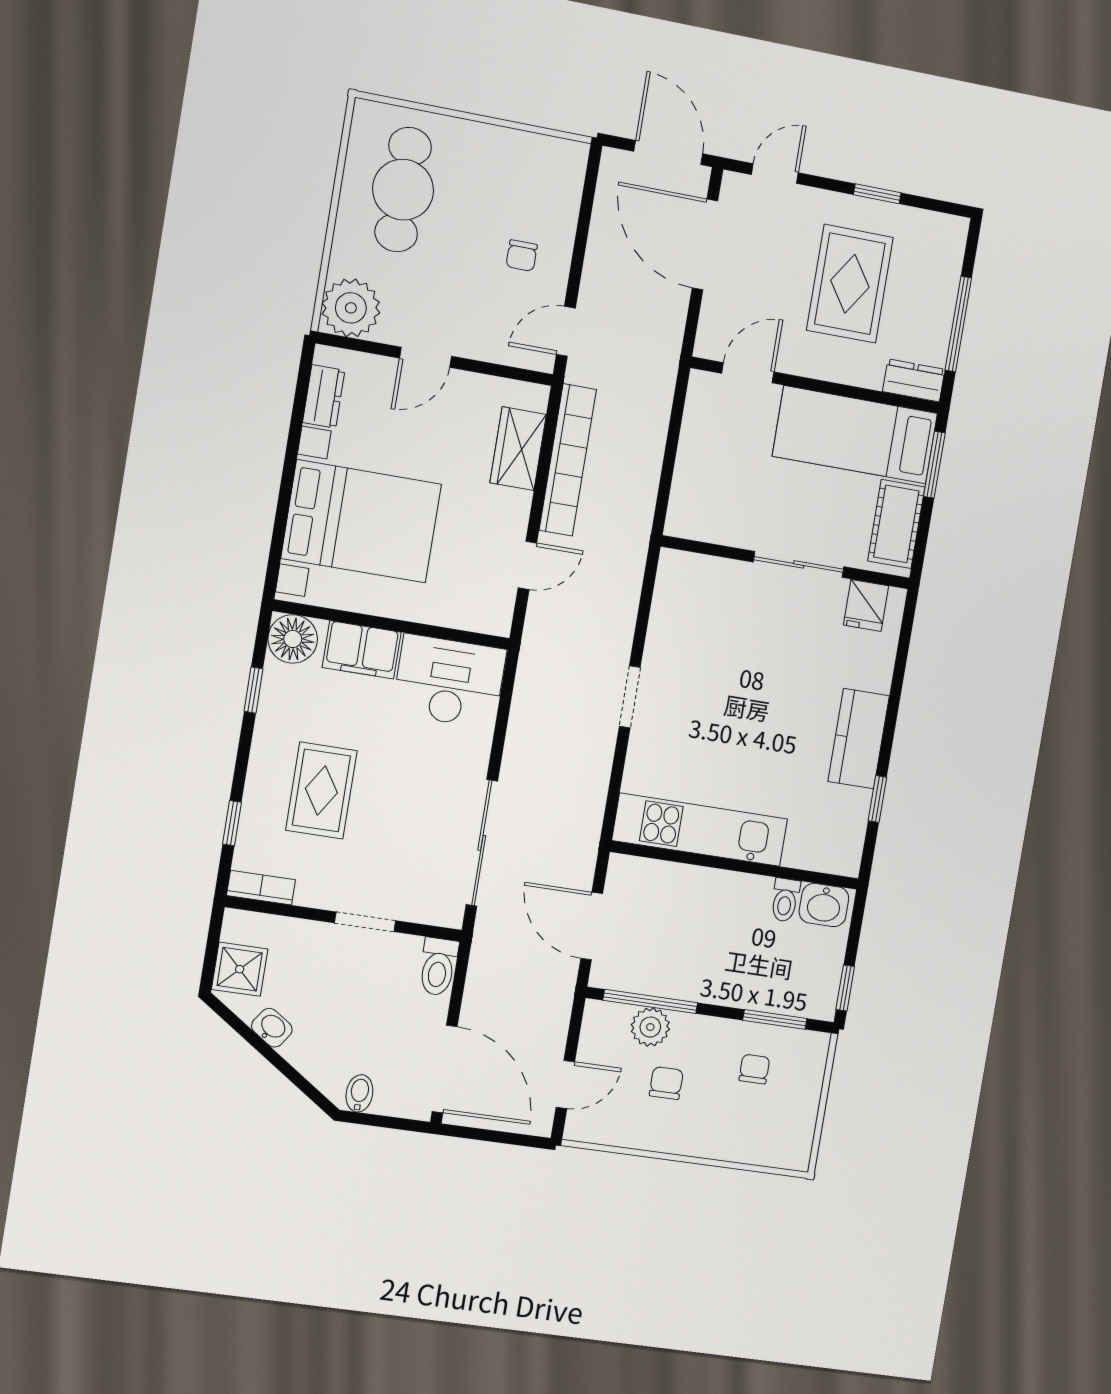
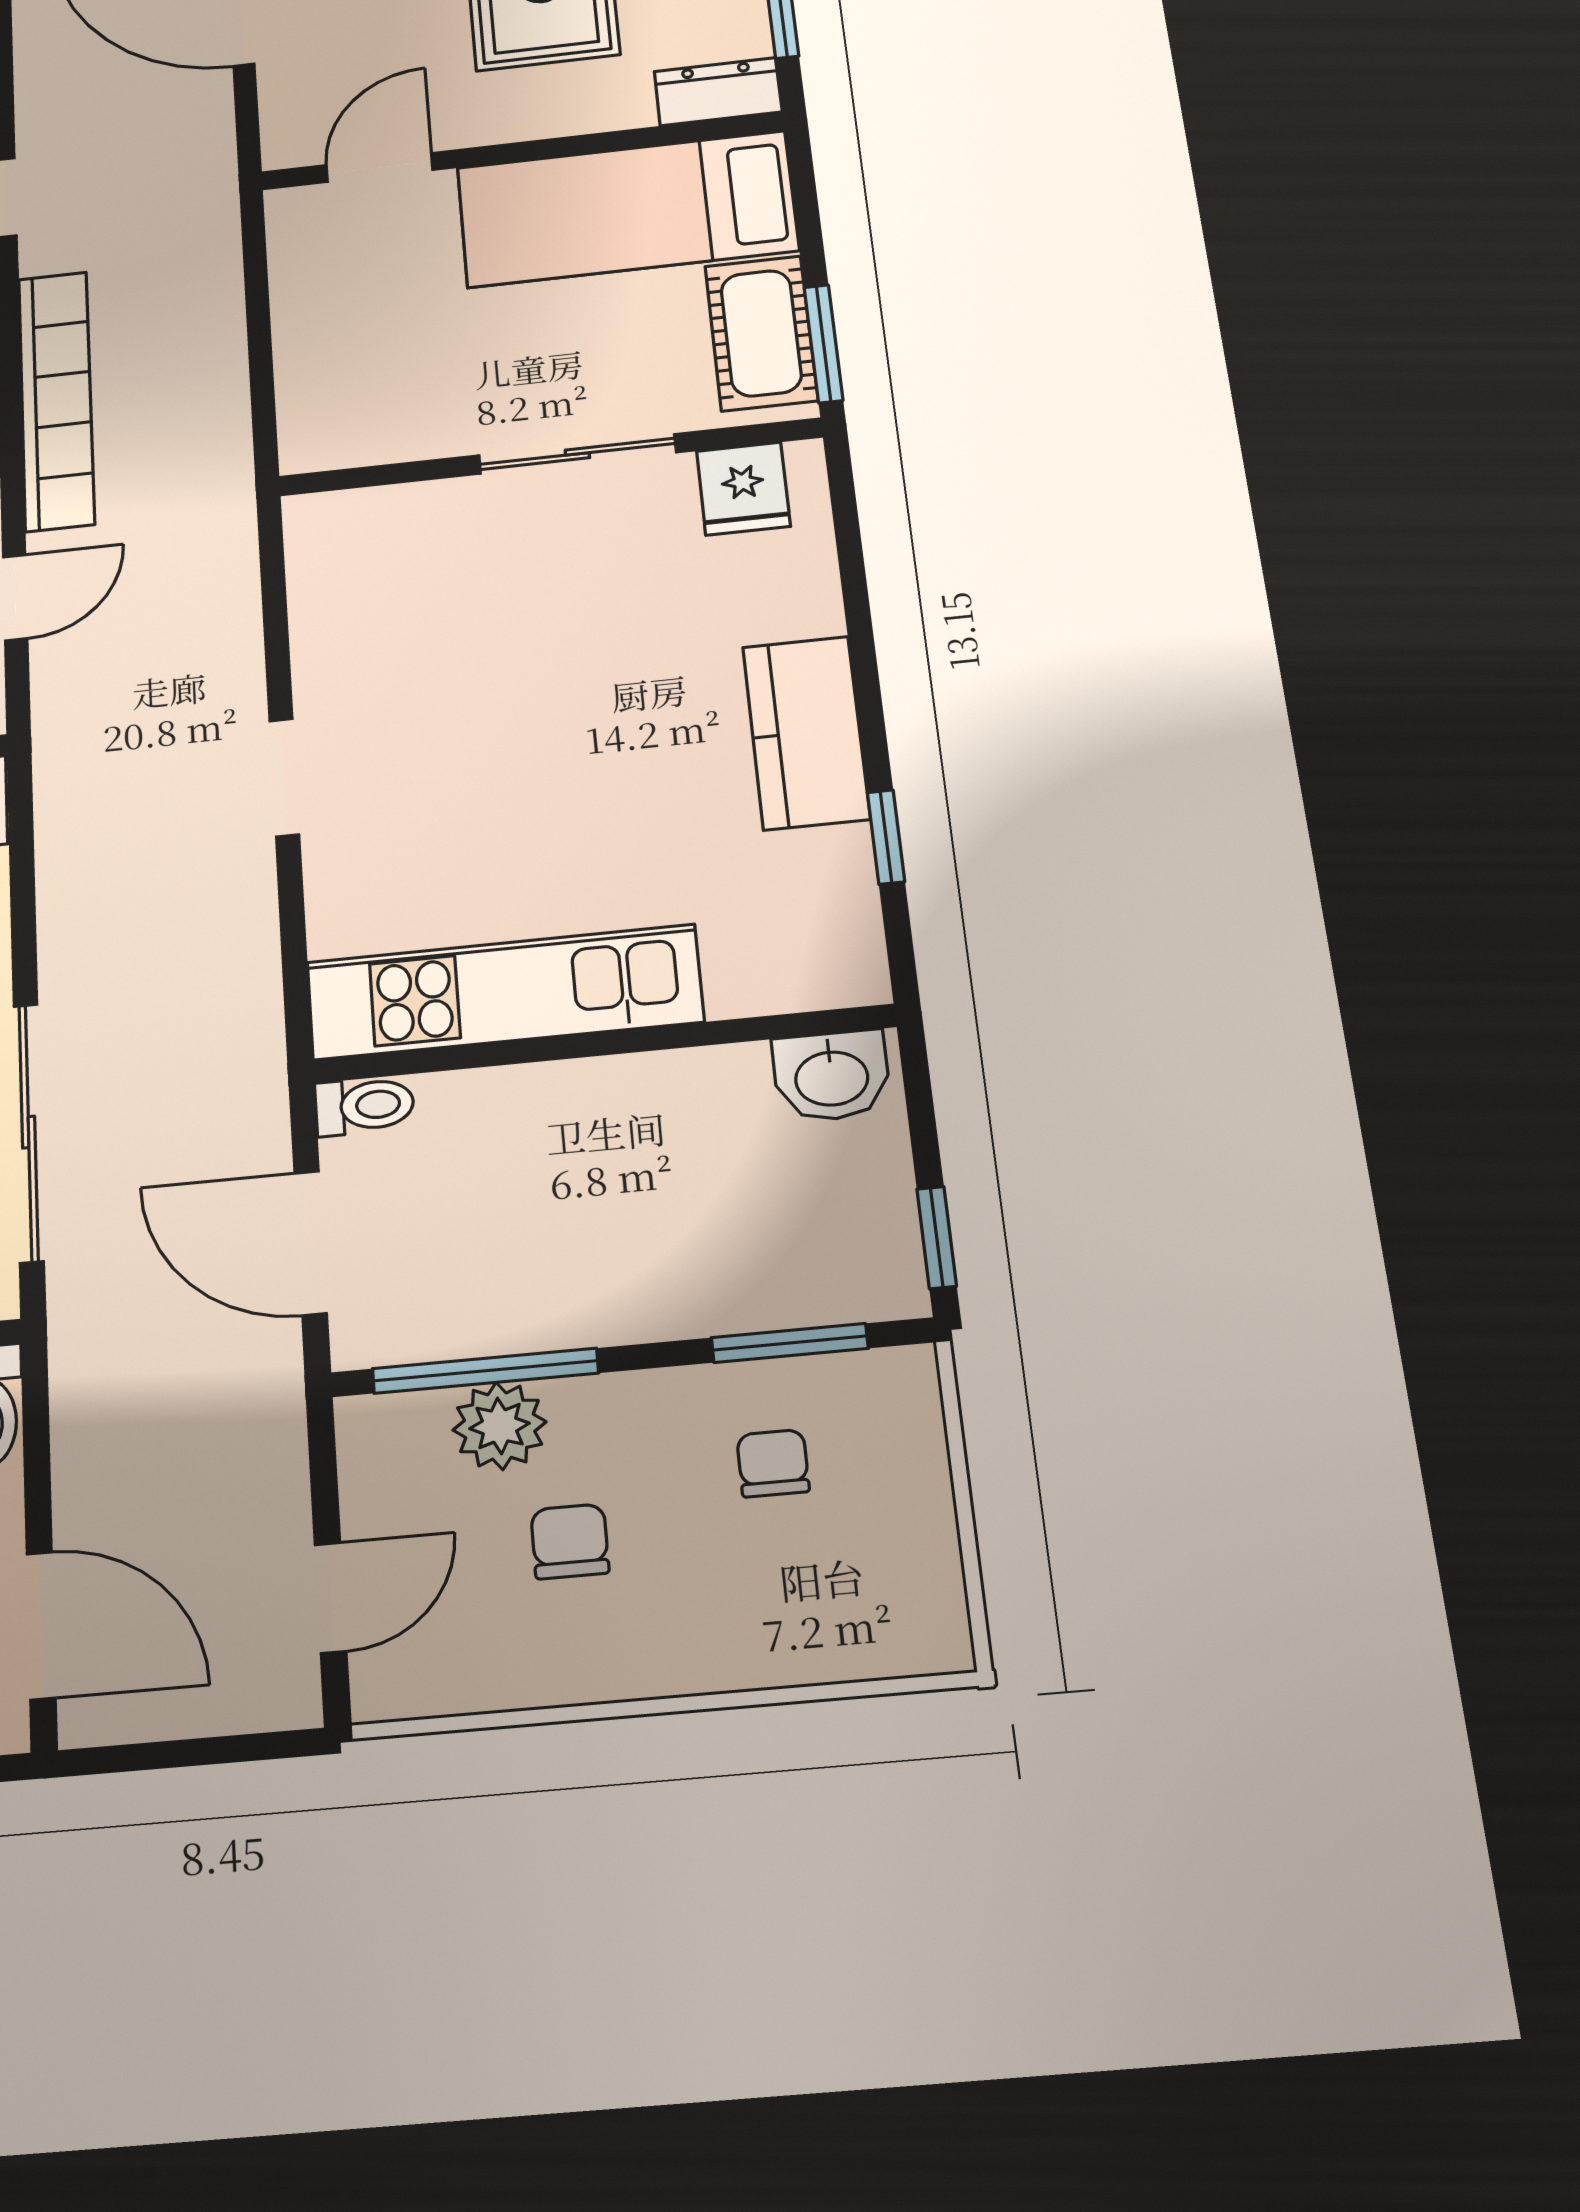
window: (934, 465) -> (824, 344), moved
toilet: (785, 900) -> (364, 1106), moved, turned -90
door: (445, 1069) -> (41, 1626), width x0.73

